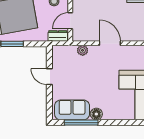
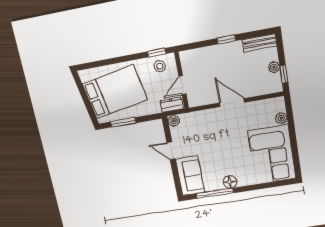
plant: (83, 50) -> (174, 121), moved
sofa: (72, 110) -> (190, 176), moved, turned 90

